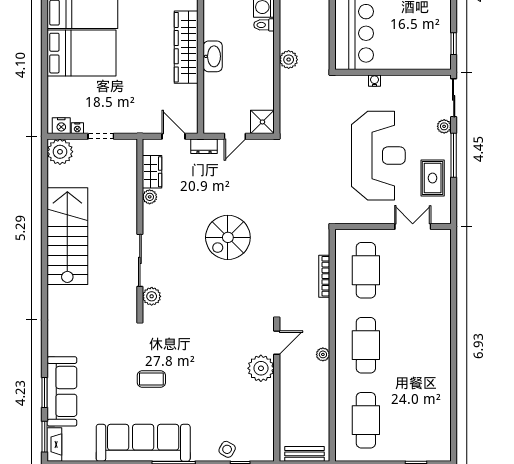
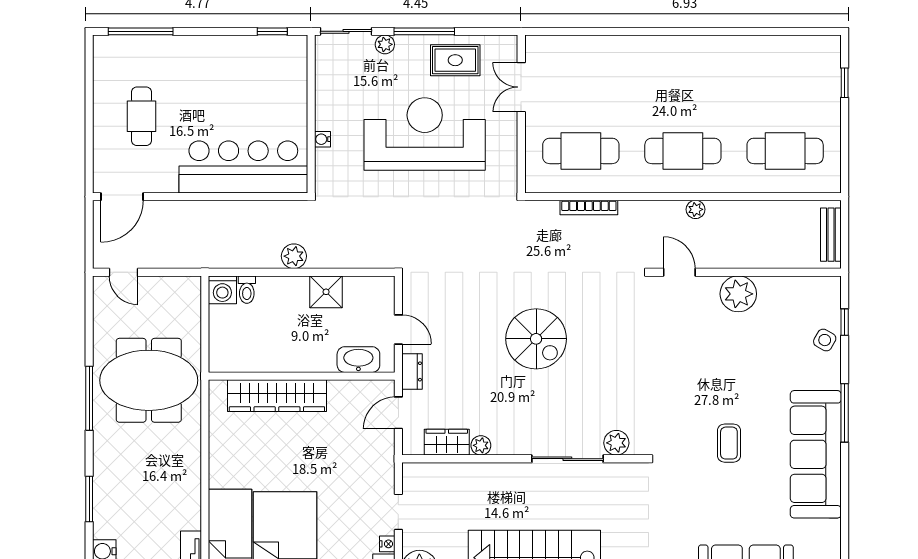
washbasin: (213, 56) -> (358, 360), moved
shower: (262, 122) -> (326, 292), moved
plant: (261, 368) -> (738, 294), moved

